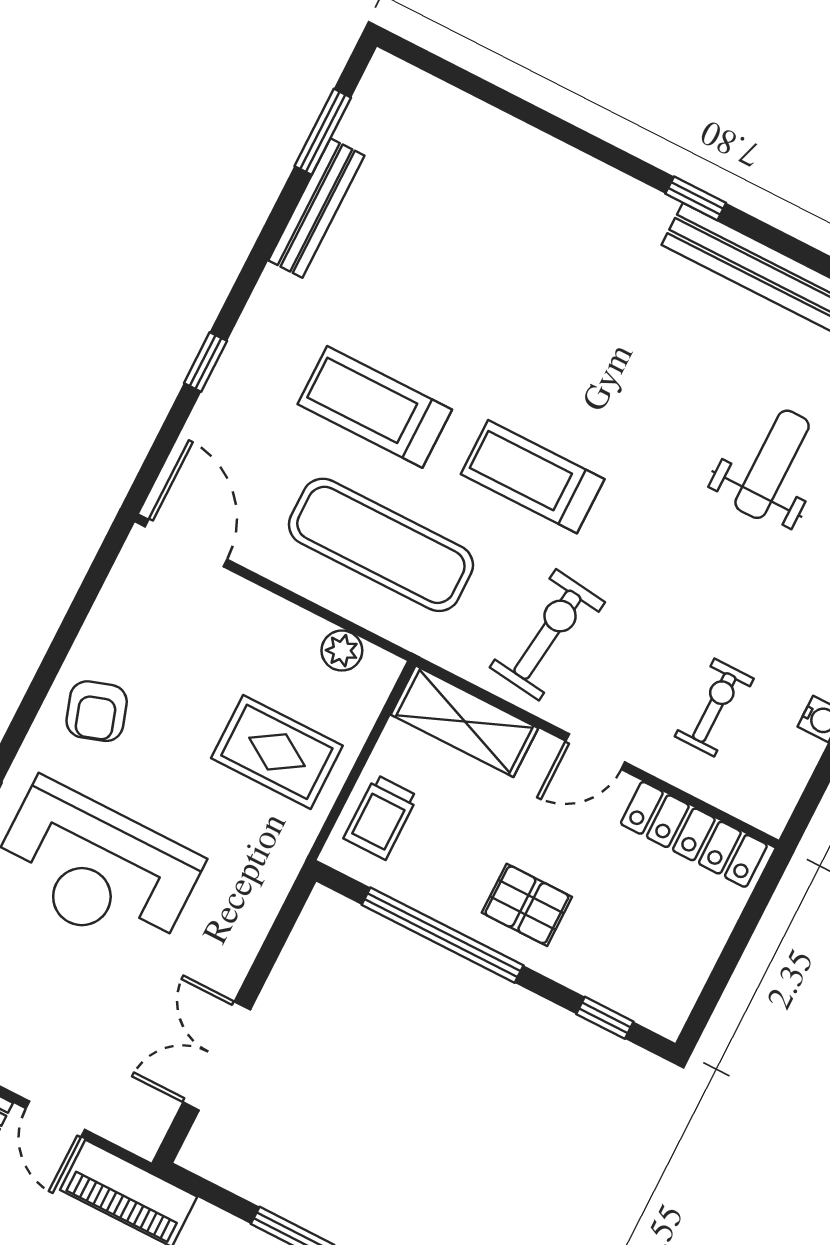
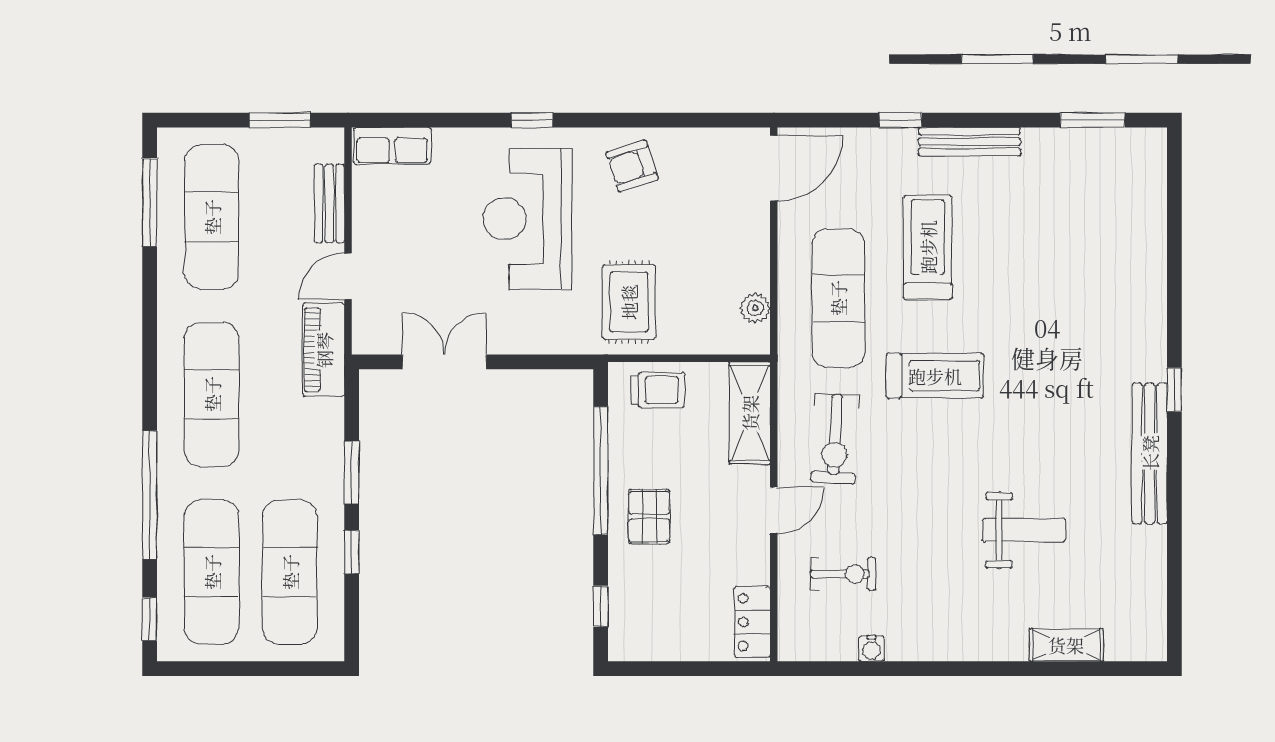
bench: (316, 208) -> (969, 142), moved
treadmill: (533, 477) -> (935, 376), turned 90
exercise bike: (547, 635) -> (835, 439), turned 86
rug: (277, 752) -> (629, 302), moved
door: (595, 752) -> (774, 510), swing flipped
trolley: (381, 817) -> (658, 390), turned 180
locker: (694, 834) -> (752, 622), width x0.66

